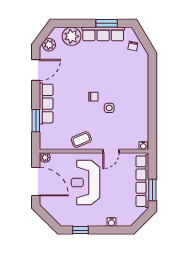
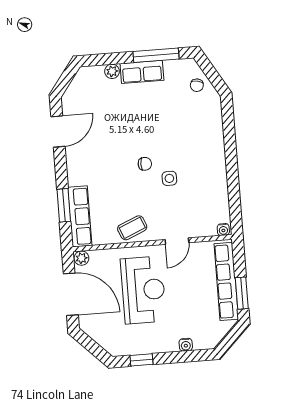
window: (107, 23) -> (156, 55), width x1.44
row of seats: (103, 34) -> (142, 72), width x0.68
plant: (72, 36) -> (112, 71), width x0.53, depth x0.53
plant: (49, 45) -> (74, 93), removed
row of seats: (46, 104) -> (80, 216), moved
reception desk: (85, 182) -> (143, 290), turned 180

